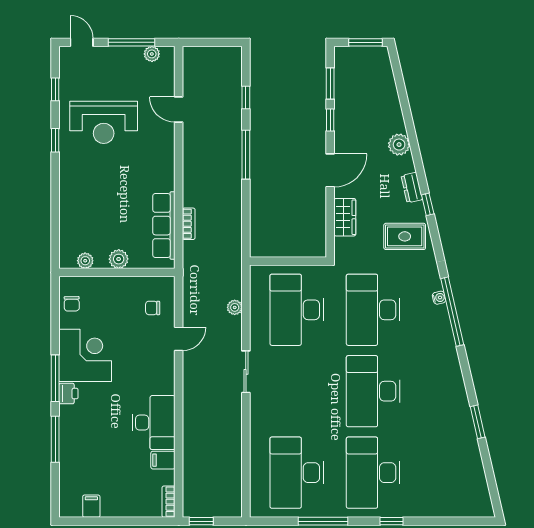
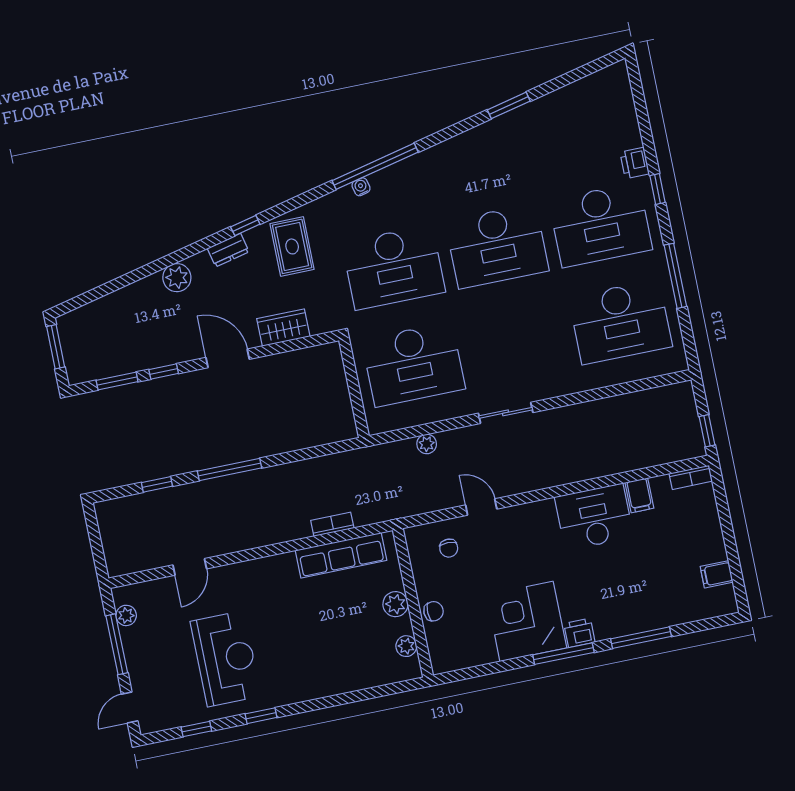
chair: (72, 304) -> (434, 611), moved
printer: (415, 508) -> (635, 163), added

